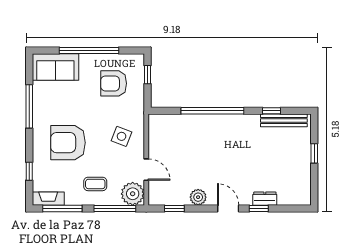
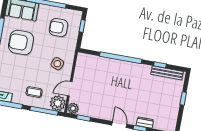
armchair: (68, 143) -> (21, 42), moved
door: (146, 170) -> (70, 89), swing flipped
plant: (198, 197) -> (73, 108), moved

